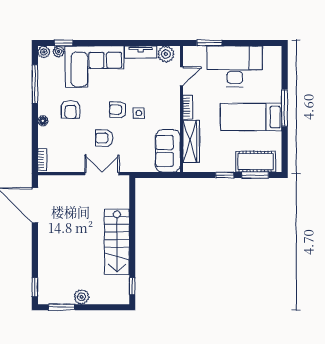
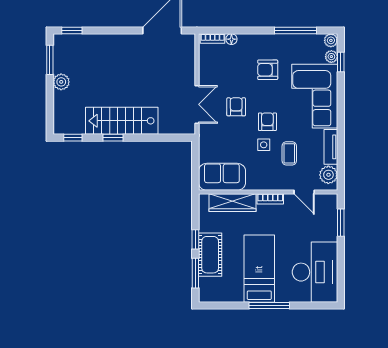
desk: (235, 66) -> (315, 272), moved
coffee table: (146, 90) -> (289, 153), added
floor lamp: (43, 121) -> (231, 39), moved
cot: (256, 162) -> (210, 255), moved
window: (132, 250) -> (113, 138), added

